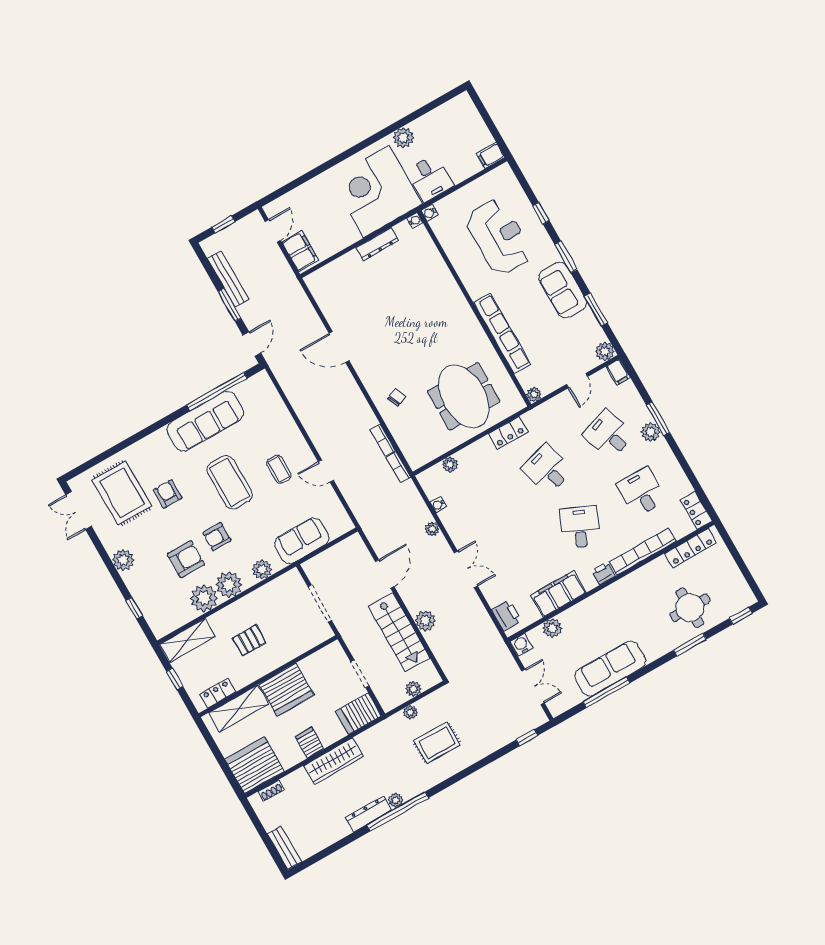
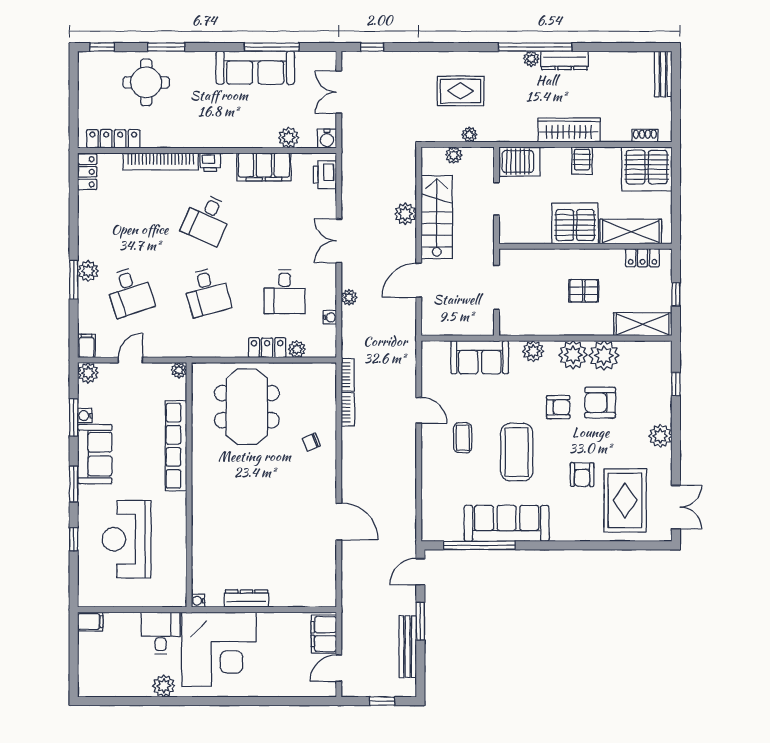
water cooler: (430, 213) -> (85, 416), moved, turned 180
locker: (508, 433) -> (267, 348), moved
desk: (641, 492) -> (285, 292), moved

